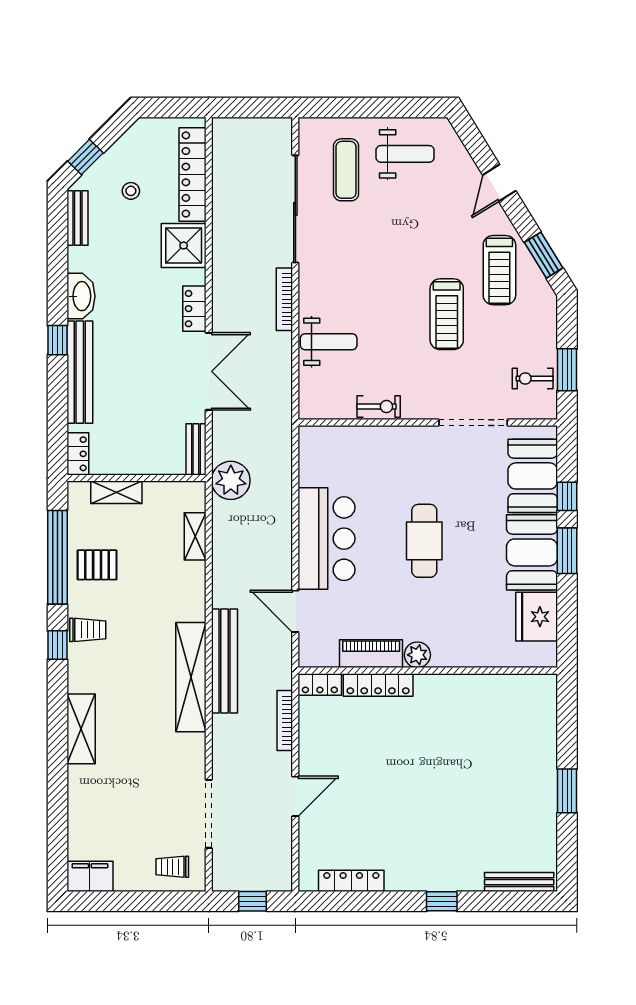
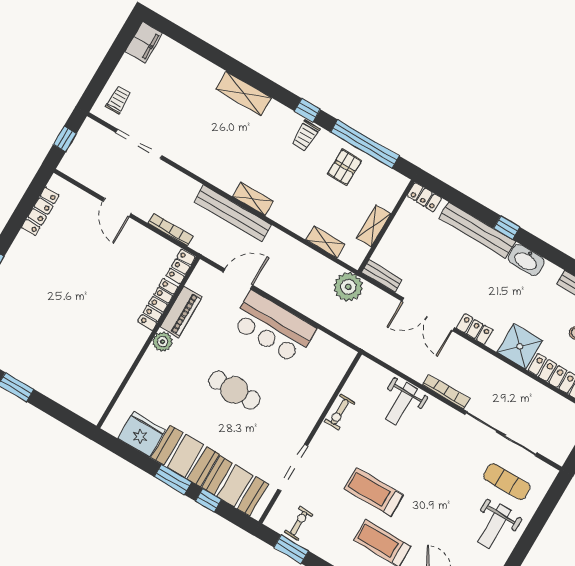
shelving: (116, 492) -> (374, 226), moved
shelving: (191, 677) -> (253, 199), width x0.45, depth x0.75

